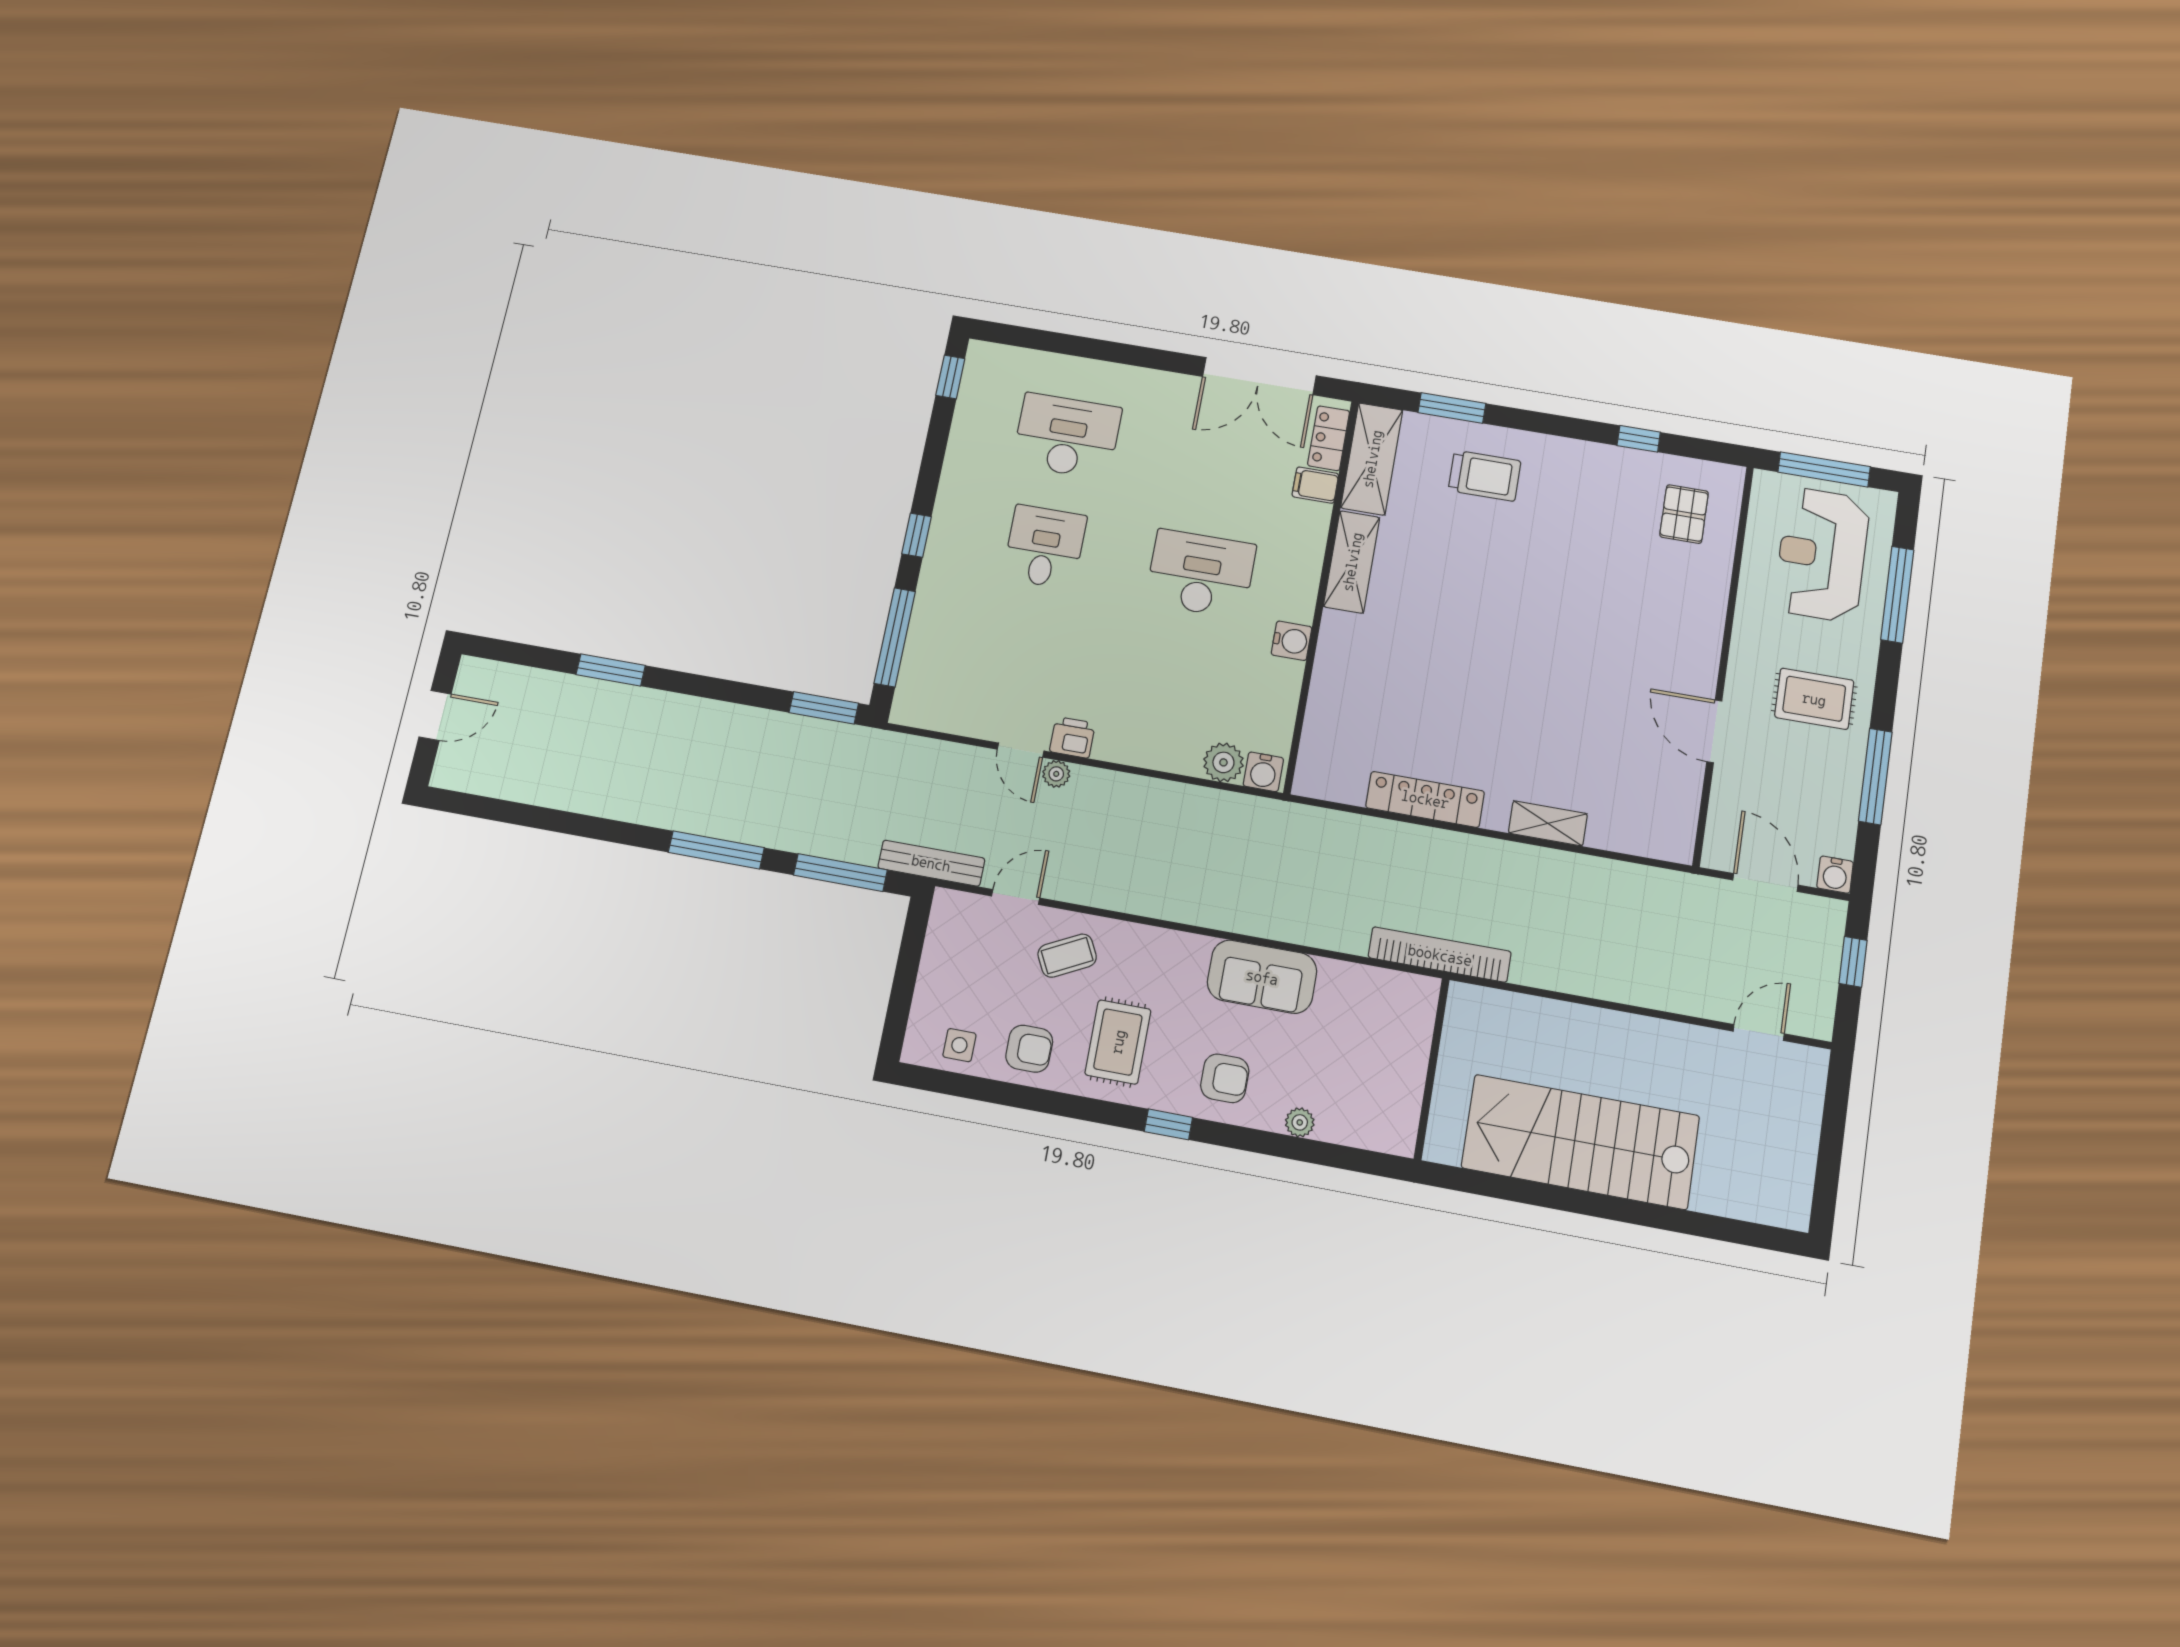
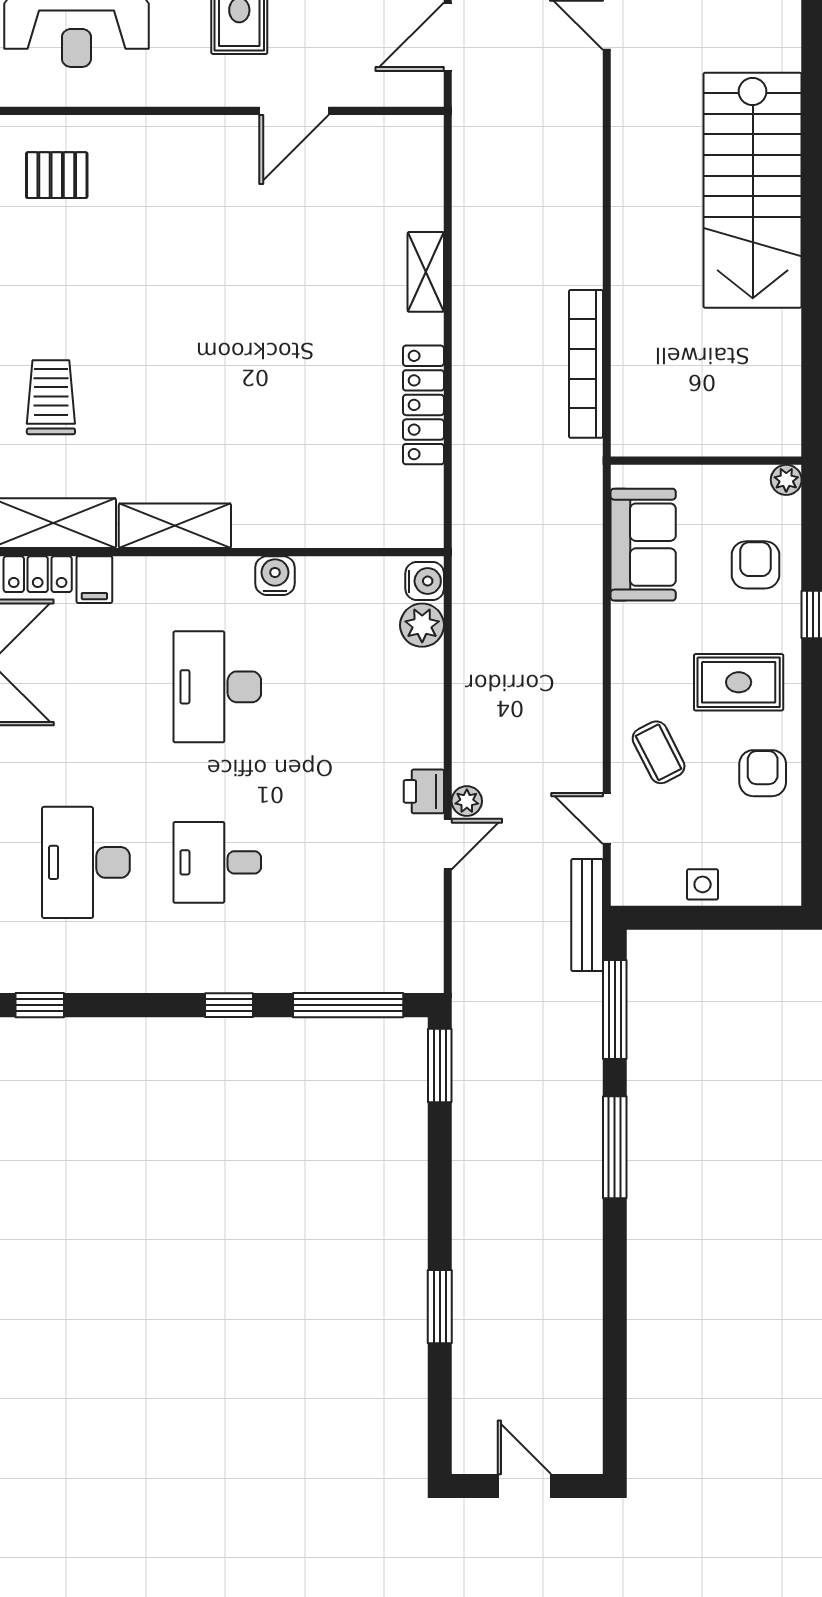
side table: (959, 1045) -> (703, 884), moved
wall: (1432, 1069) -> (706, 461), moved

